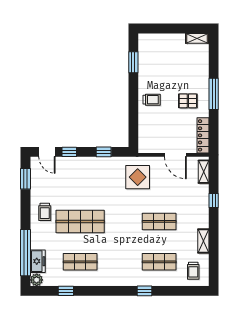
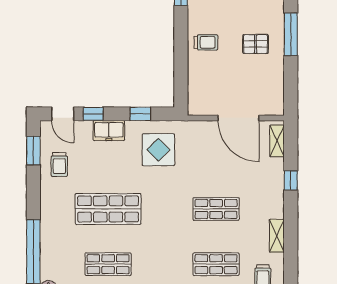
locker: (203, 135) -> (276, 91), removed
door: (175, 155) -> (238, 118), width x1.36
display table: (138, 177) -> (158, 150), moved
trolley: (45, 212) -> (59, 164), moved
freezer: (38, 261) -> (109, 131), moved, turned 90

